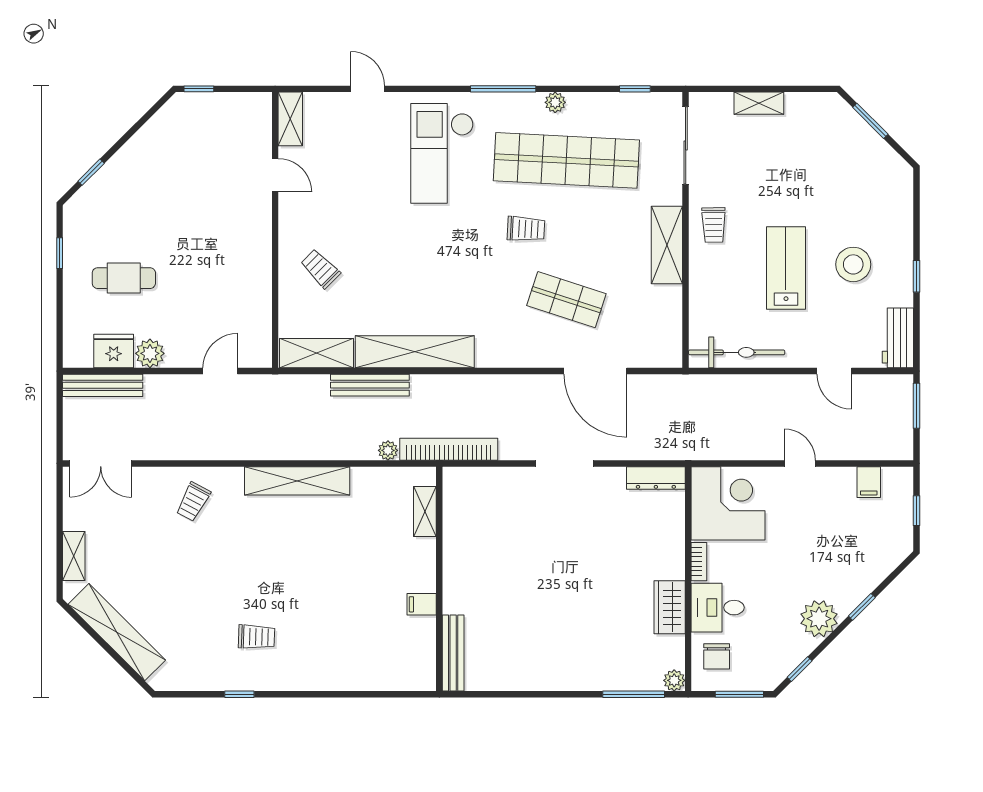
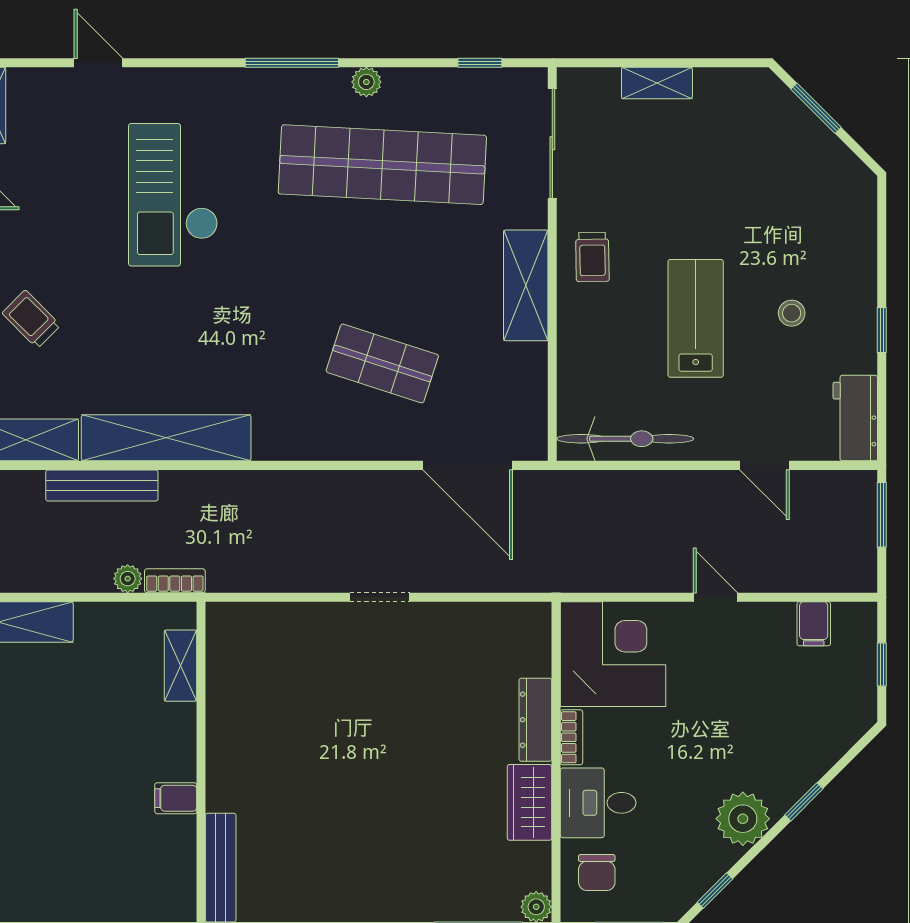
checkout: (442, 153) -> (173, 195), moved
trolley: (526, 229) -> (325, 262), removed
stool: (853, 264) -> (792, 313), width x0.53, depth x0.53
door: (595, 371) -> (468, 465), moved
bookcase: (449, 449) -> (175, 581), width x0.43, depth x0.76
doorway: (565, 463) -> (380, 597), width x0.73
dresser: (656, 478) -> (535, 720), moved, turned 90

